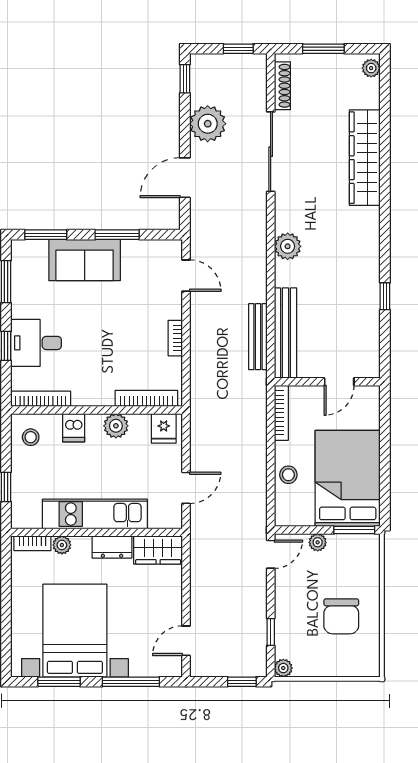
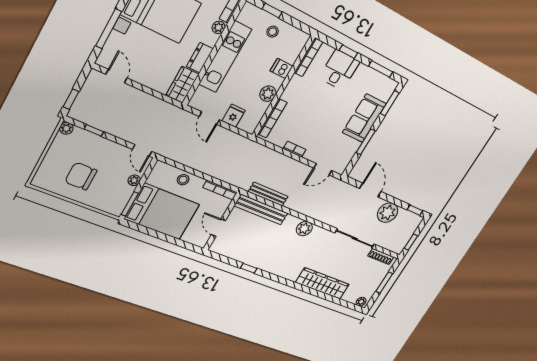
fridge: (164, 428) -> (234, 116), moved, turned 90
stool: (31, 437) -> (273, 32), moved

